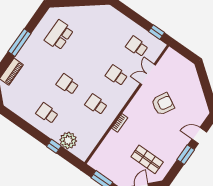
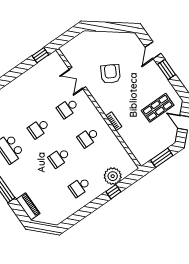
school desk: (137, 46) -> (39, 128), moved

